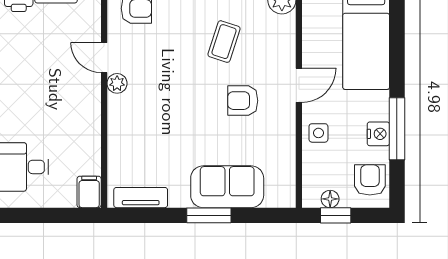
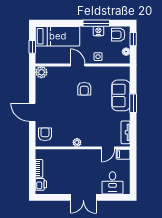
coffee table: (224, 42) -> (59, 97), removed
door: (104, 58) -> (108, 148), moved
window: (336, 215) -> (133, 39), moved

